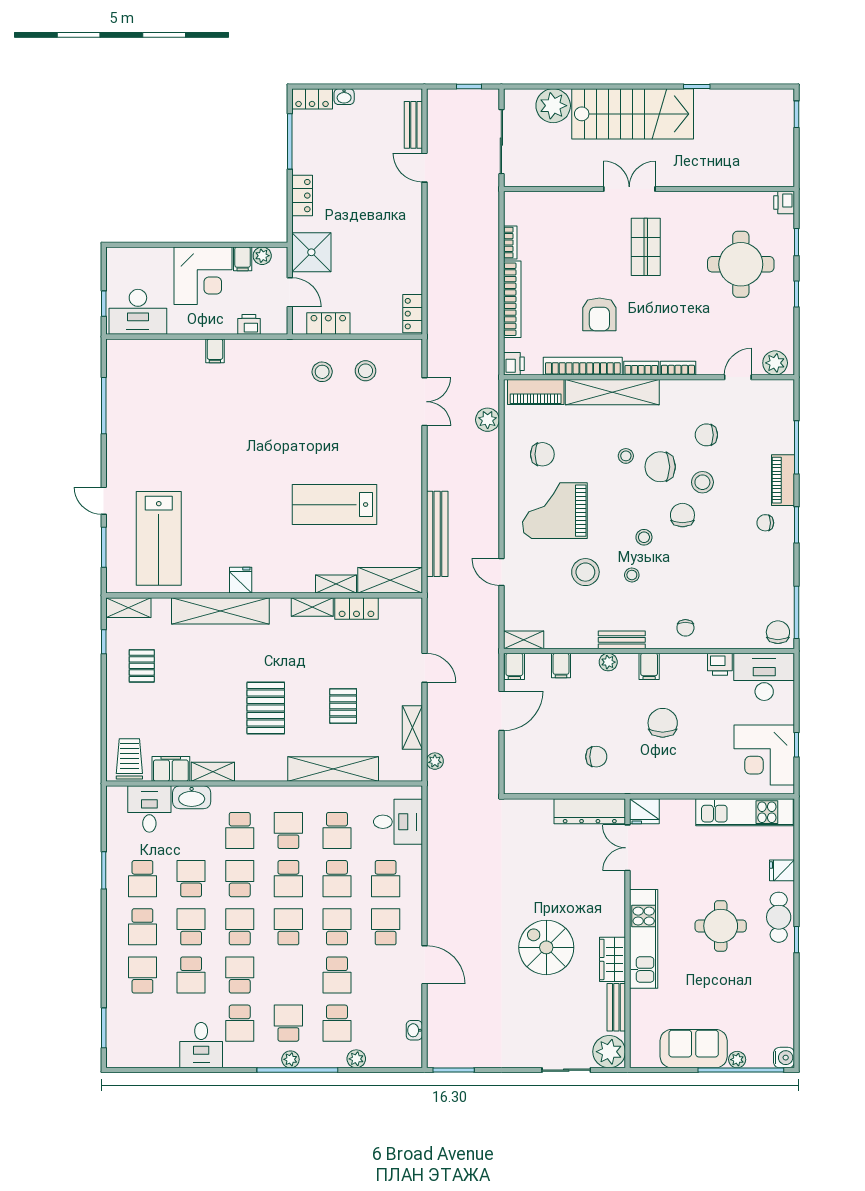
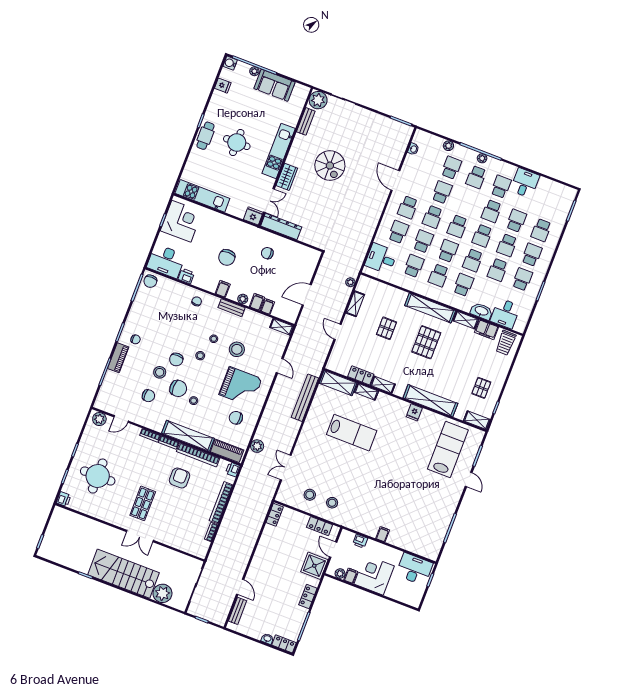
filing cabinet: (514, 666) -> (257, 302), moved
shelving: (333, 769) -> (430, 308), moved
fridge: (782, 870) -> (223, 86), moved
wardrobe: (613, 959) -> (287, 177), moved

